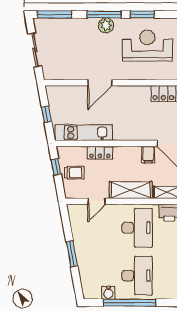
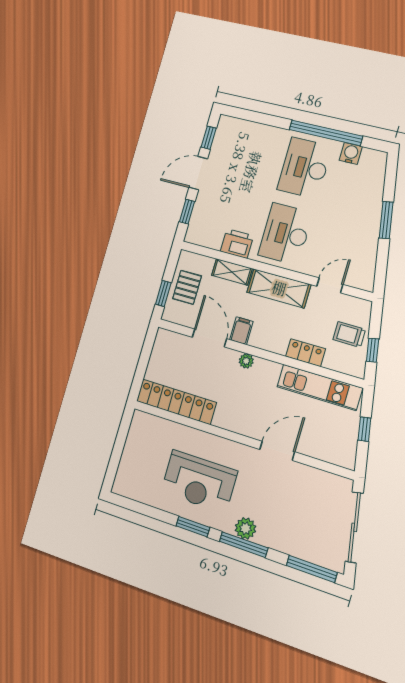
sliding door: (35, 50) -> (354, 527), width x1.37
plant: (139, 135) -> (246, 361), added

